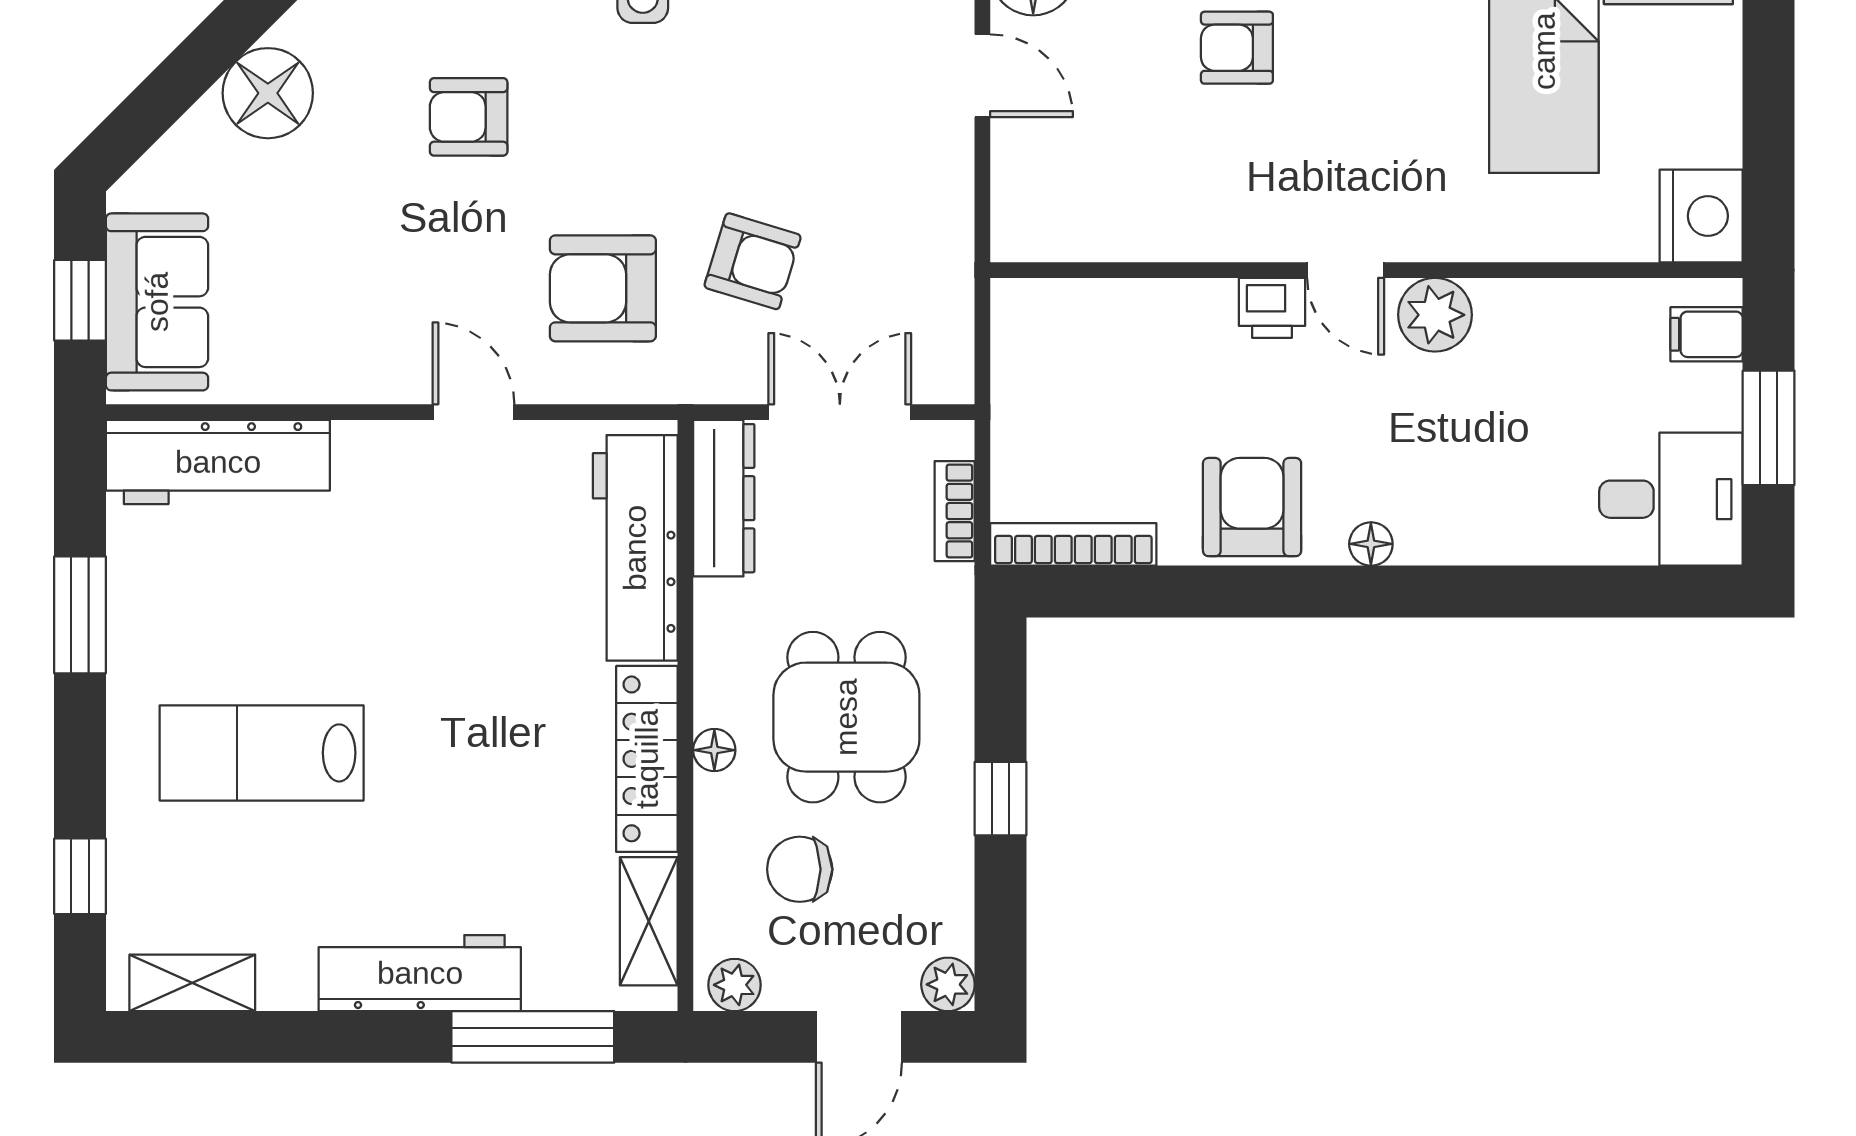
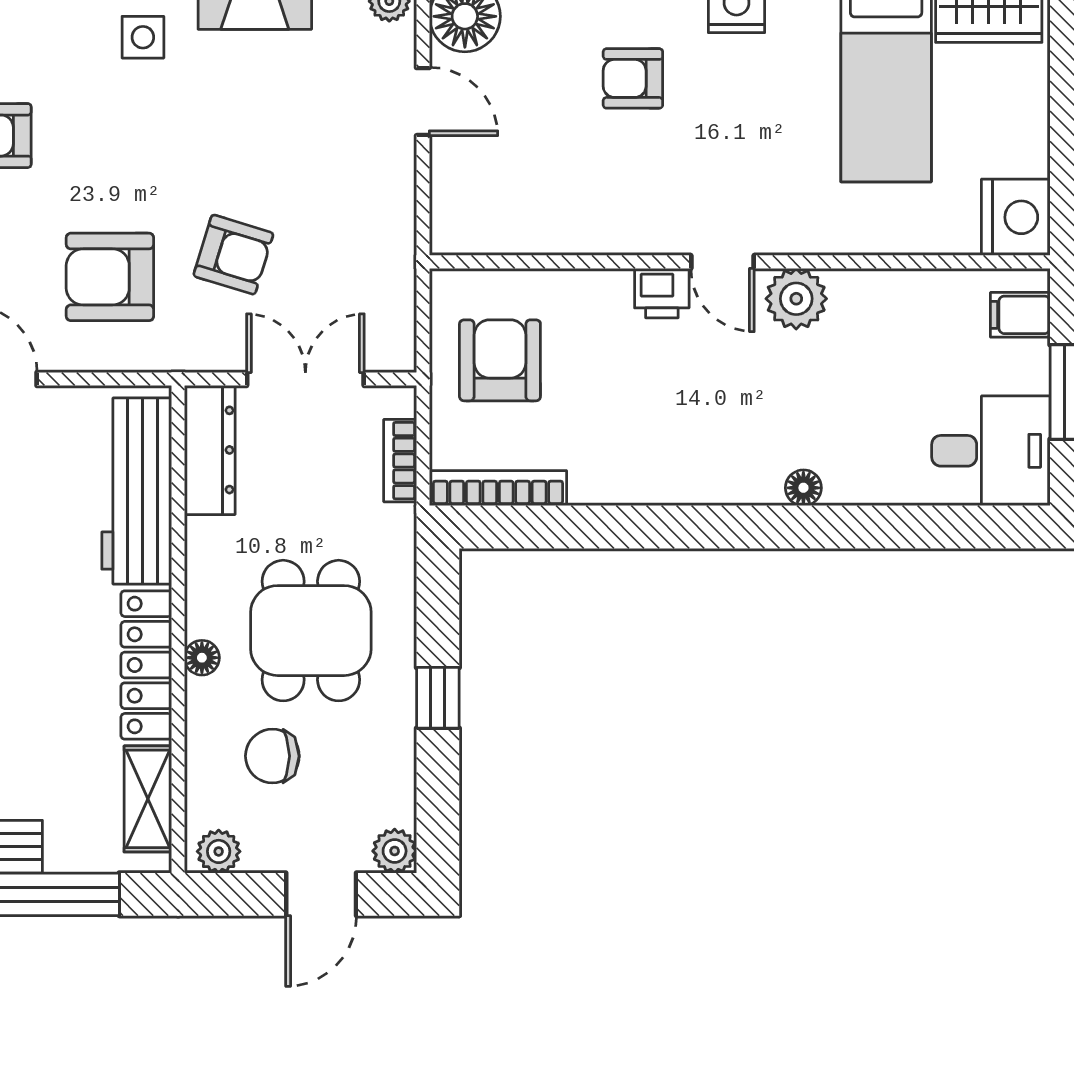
armchair: (1252, 507) -> (500, 360), moved
floor lamp: (1371, 544) -> (803, 488), moved

